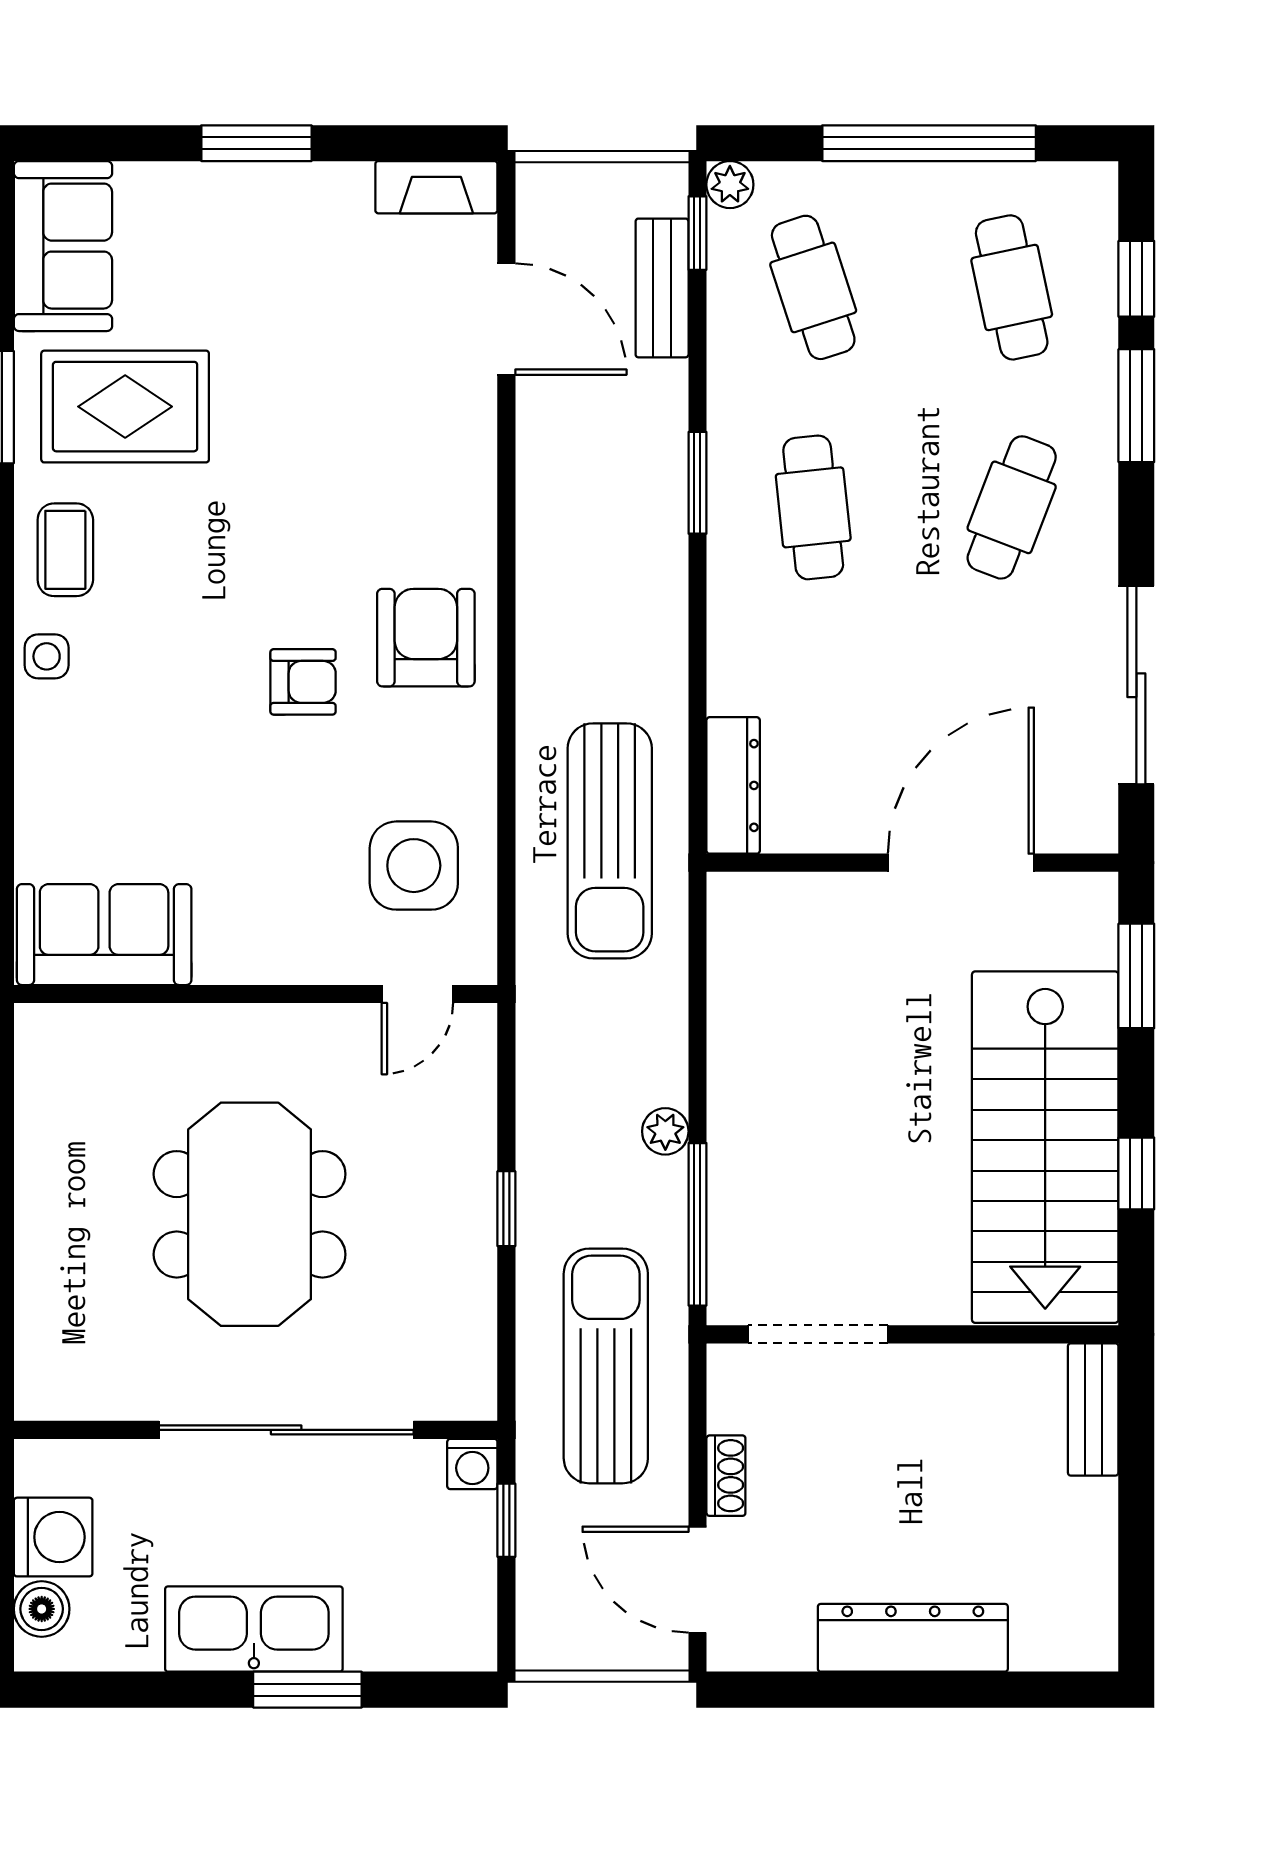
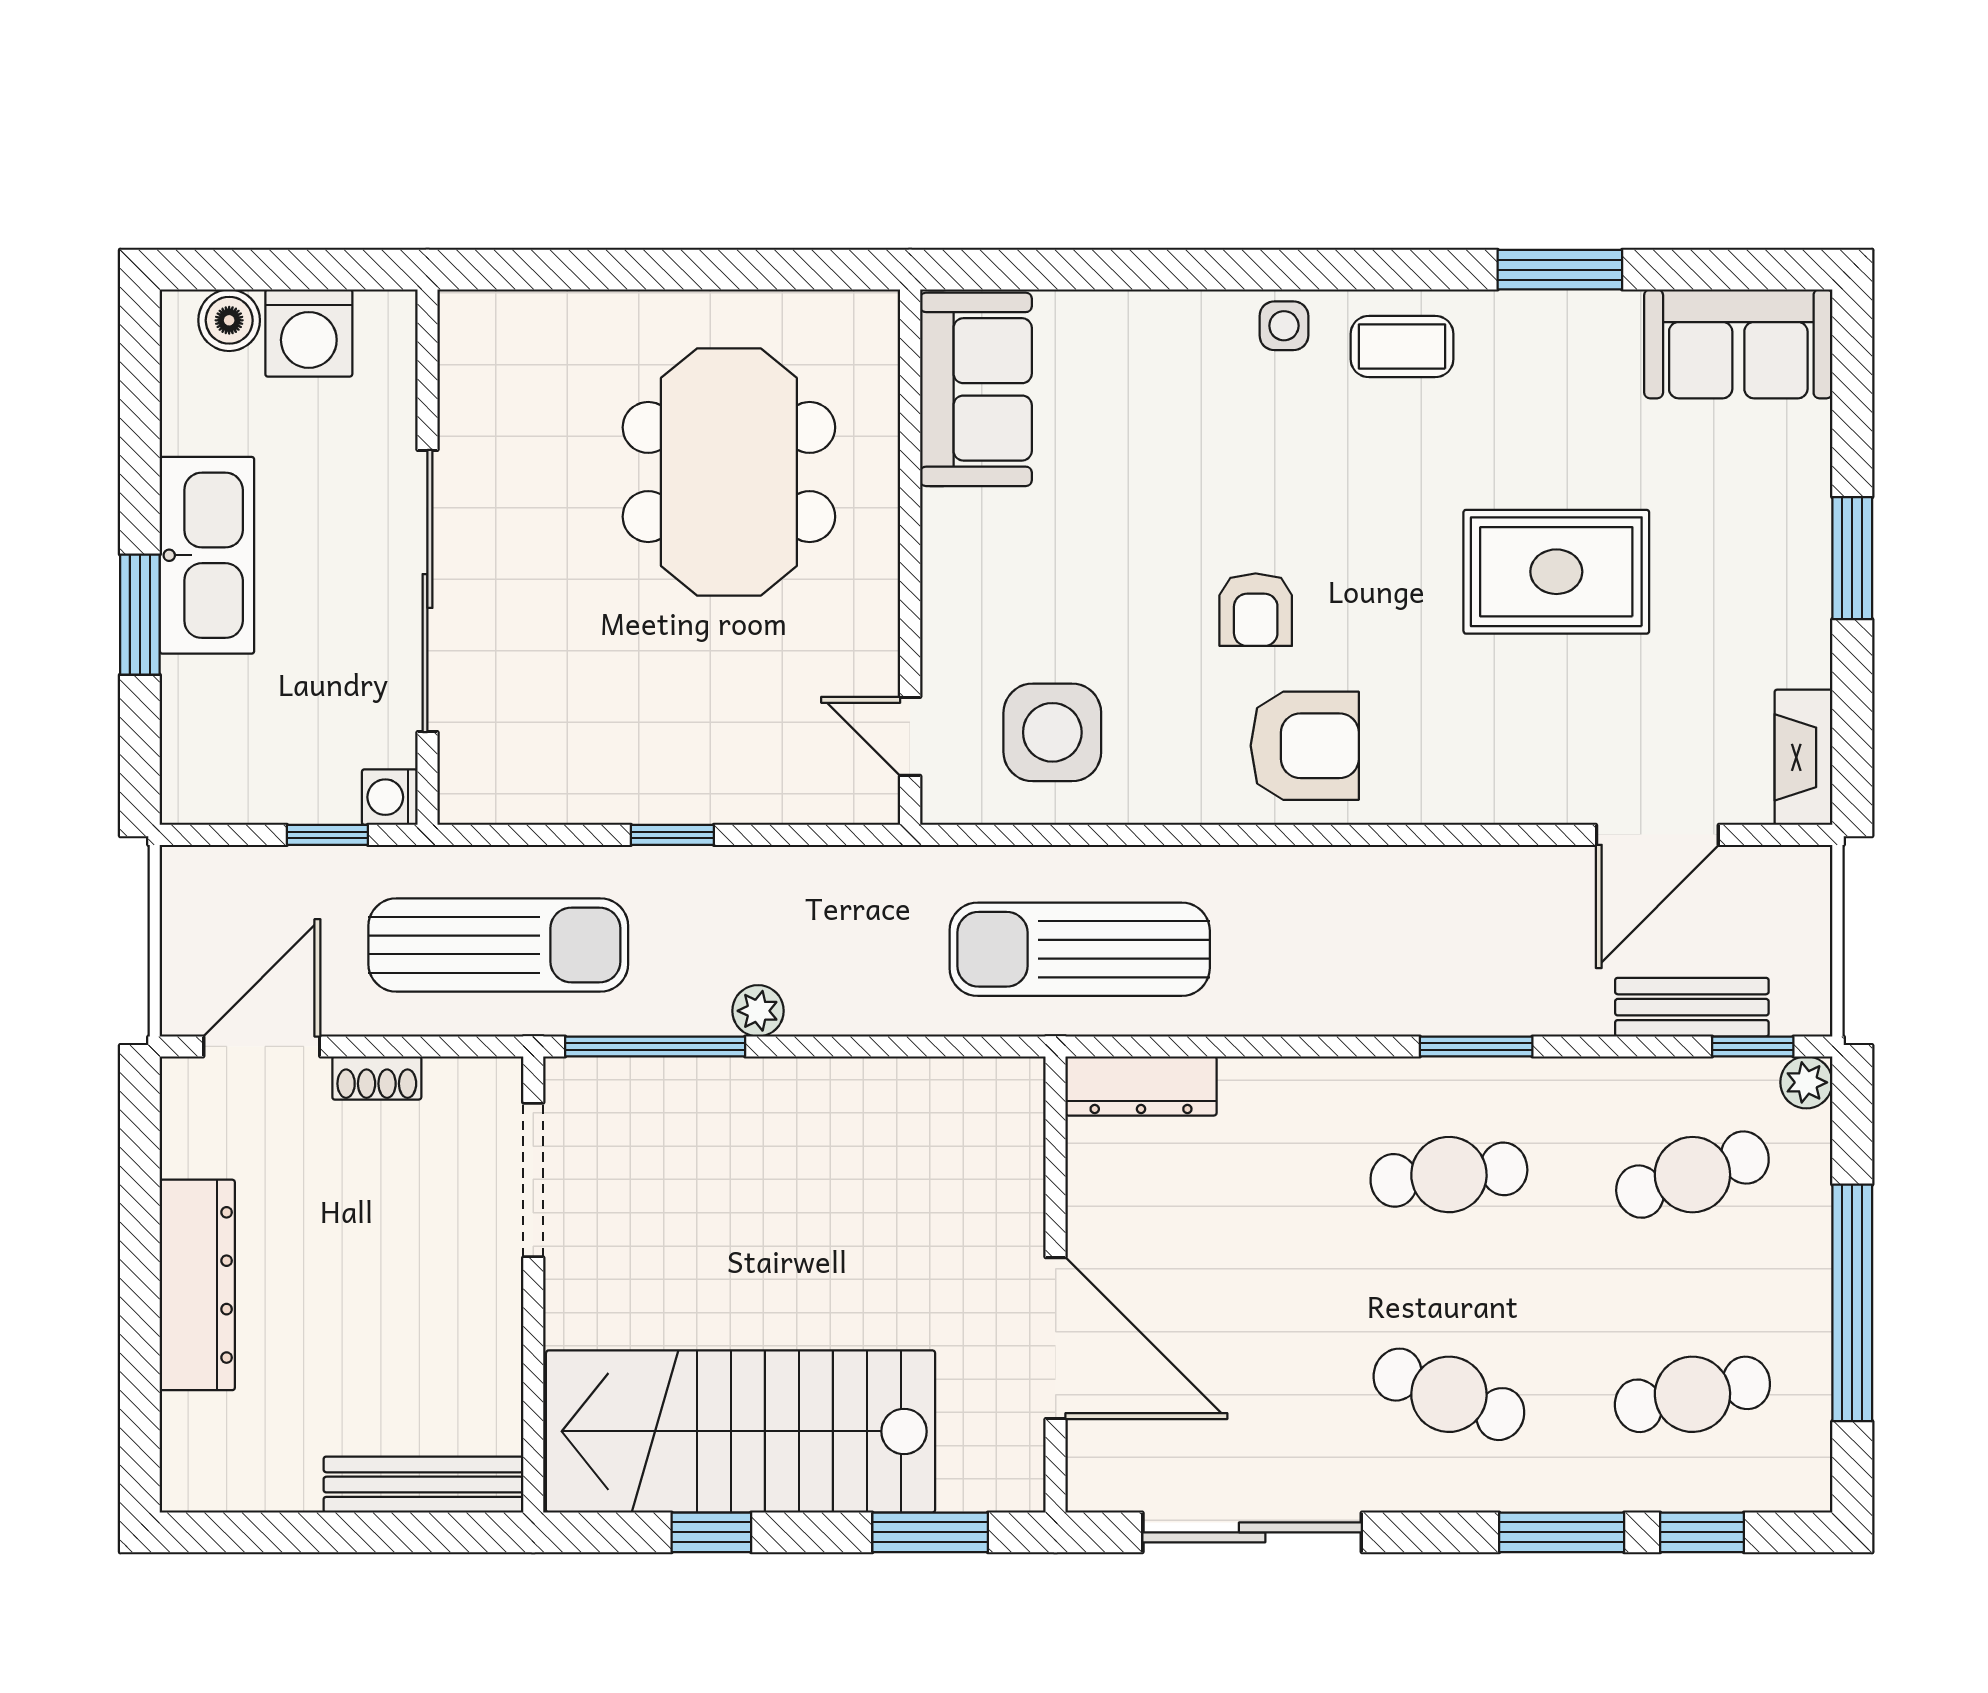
rug: (125, 407) -> (1556, 572), moved, turned 90
meeting table: (250, 1214) -> (729, 472), moved, turned 90
bench: (1093, 1409) -> (423, 1485), width x1.36

